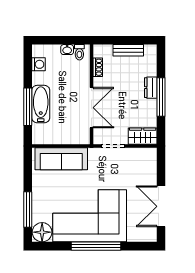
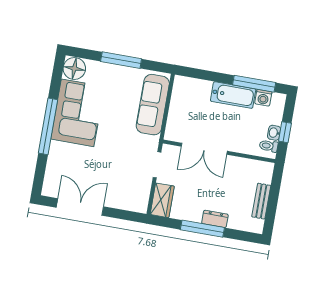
window: (65, 40) -> (285, 132), added
shoe rack: (98, 67) -> (248, 164), removed
bathtub: (41, 104) -> (233, 95), moved
window: (28, 107) -> (254, 84), moved
window: (28, 209) -> (121, 60), moved
corner sofa: (90, 216) -> (78, 113), width x0.73, depth x0.74

